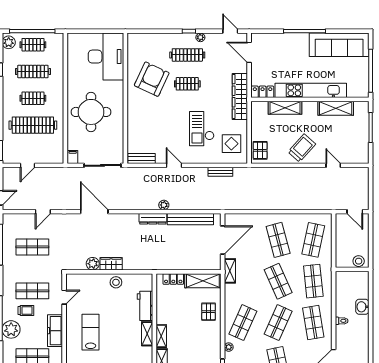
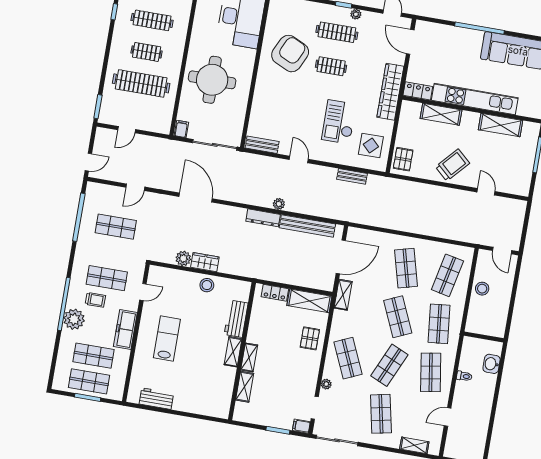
stool: (359, 261) -> (482, 289), moved
wall: (352, 269) -> (484, 337), moved
shop shelf: (243, 323) -> (348, 358), turned -48

